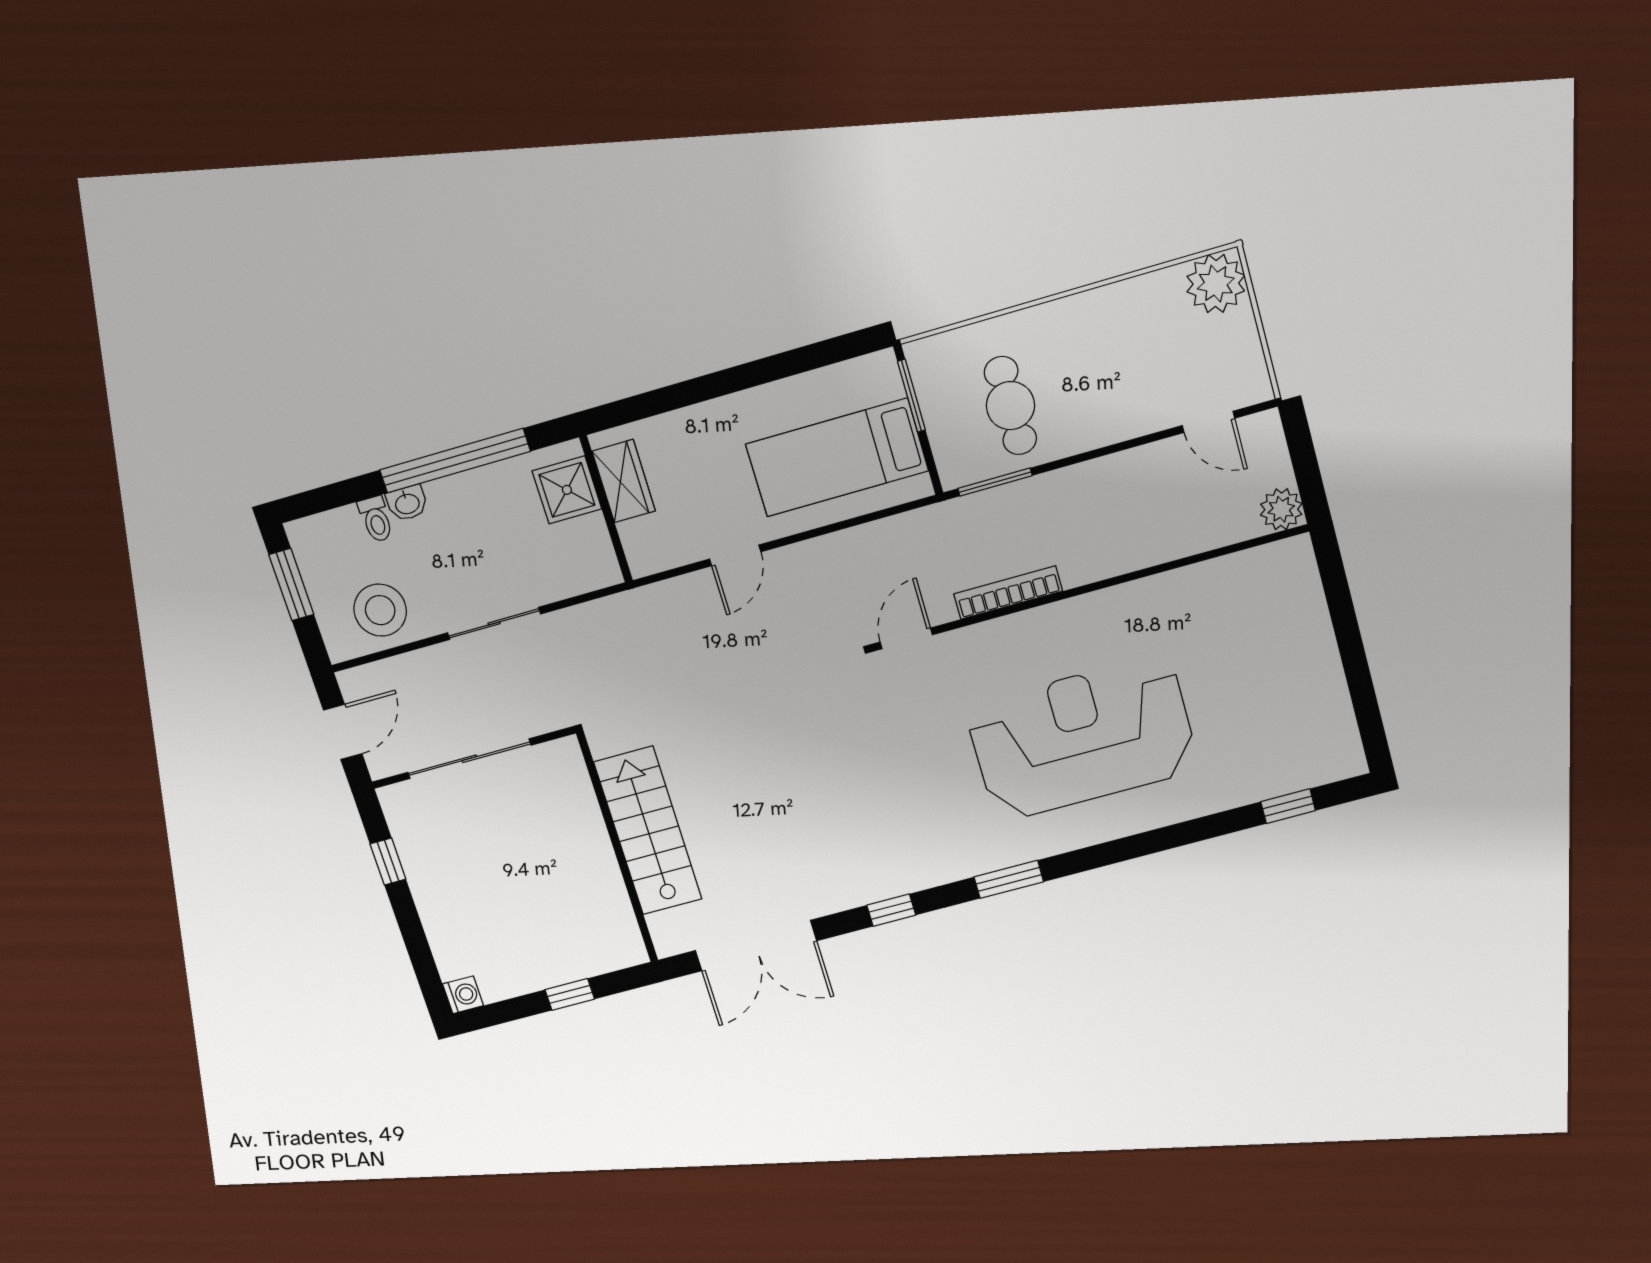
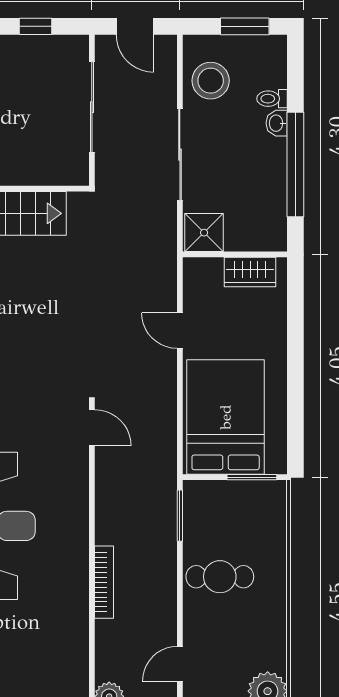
cafe table: (1010, 406) -> (220, 577), moved
bed: (837, 457) -> (226, 417), width x1.50
shower: (567, 490) -> (204, 233), moved
bookcase: (1008, 593) -> (104, 582), moved
sliding door: (494, 623) -> (180, 155), width x1.37

